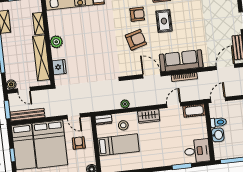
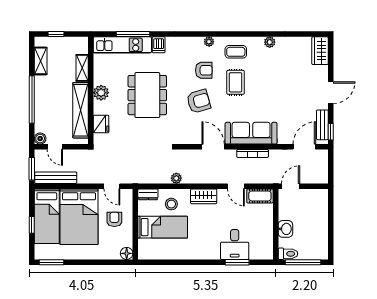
dining table: (94, 39) -> (147, 95), added
door: (174, 105) -> (236, 186), swing flipped
toilet: (218, 122) -> (288, 254), moved
desk: (197, 151) -> (235, 245), moved, turned 90

